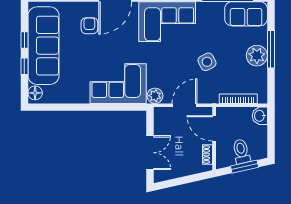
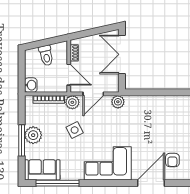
corner sofa: (118, 84) -> (149, 112), removed
plant: (210, 95) -> (72, 102), added
double door: (150, 153) -> (122, 54), width x1.37
window: (244, 167) -> (43, 43), removed

